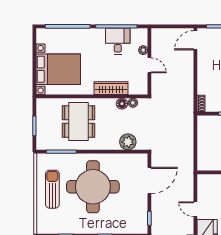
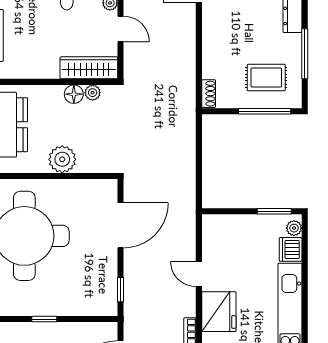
wardrobe: (111, 88) -> (89, 68), moved
plant: (128, 142) -> (62, 159), moved

